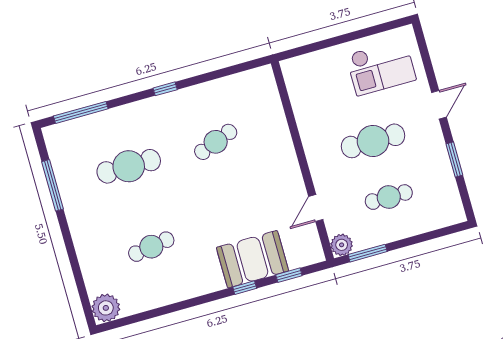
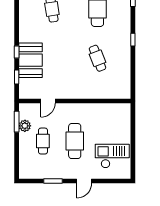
checkout: (381, 67) -> (112, 156), turned 90
door: (439, 105) -> (84, 181), hinge flipped
door: (316, 208) -> (48, 101), swing flipped
plant: (342, 245) -> (25, 126), moved

